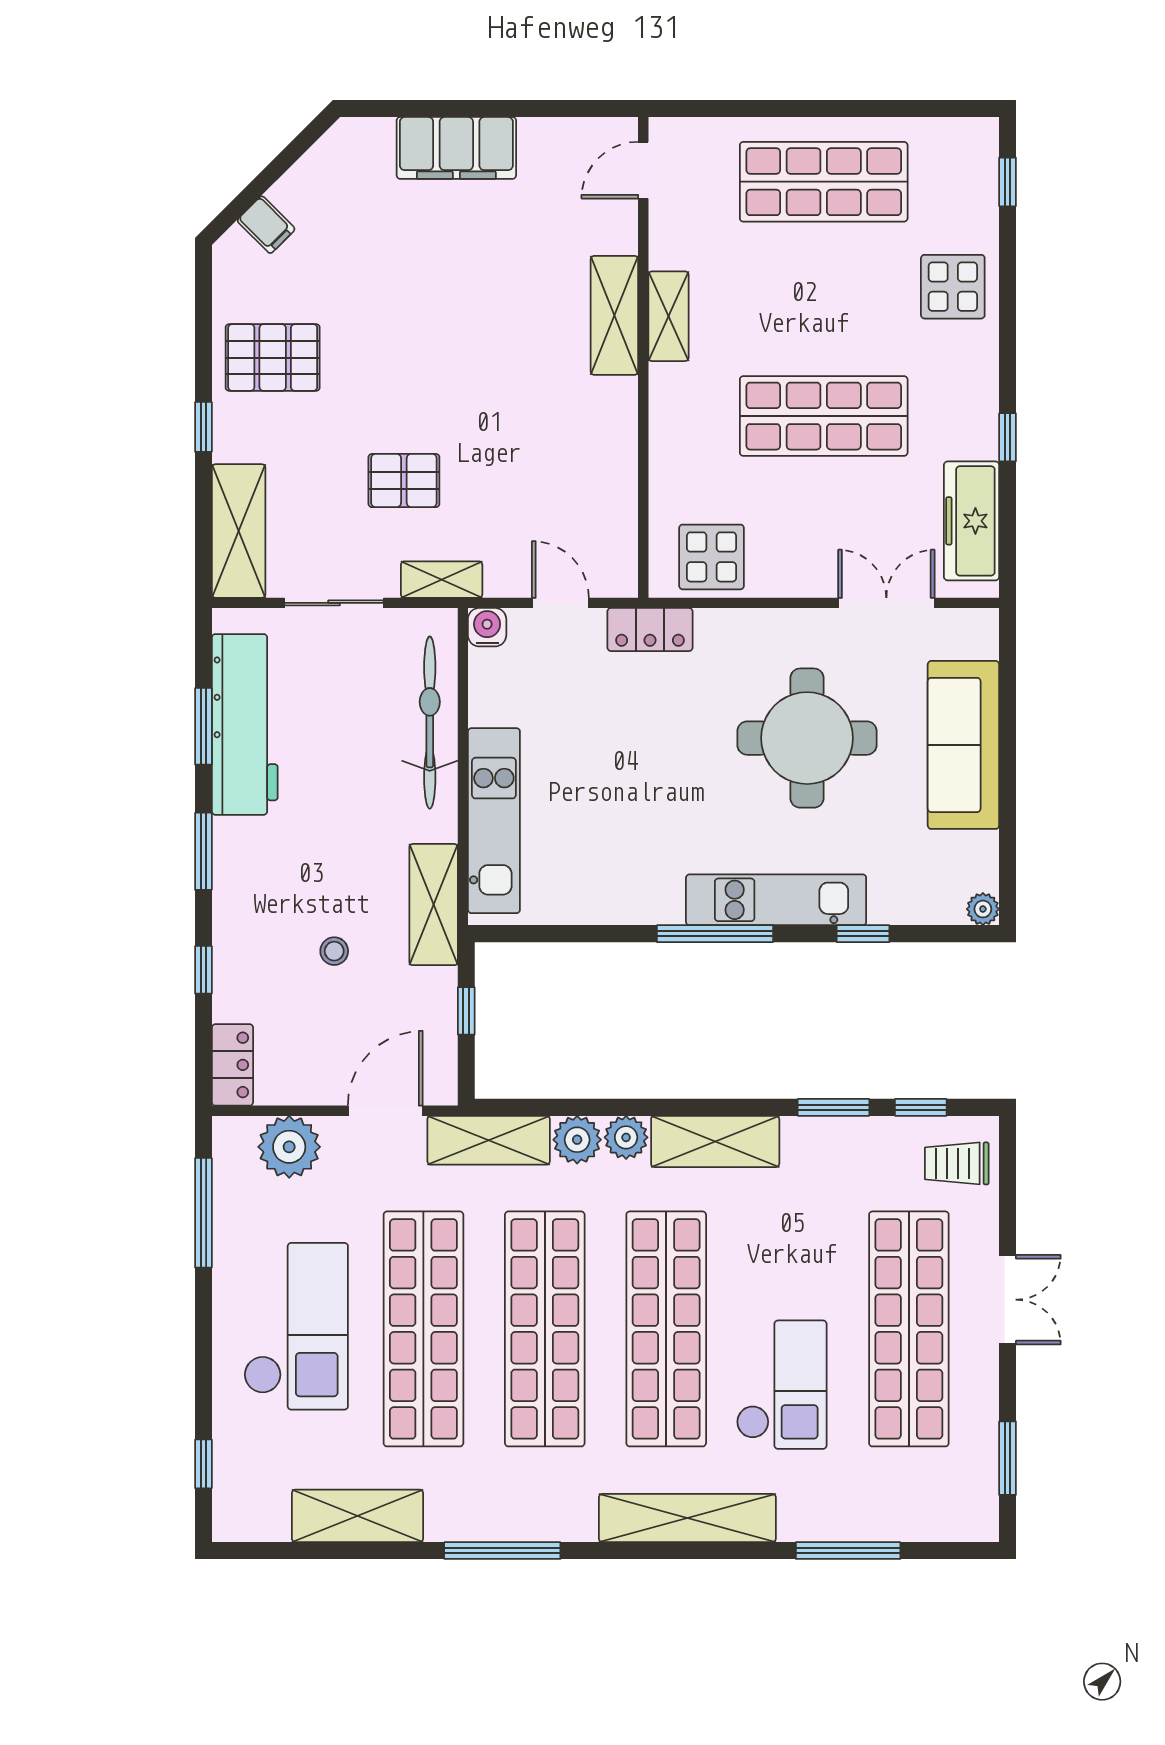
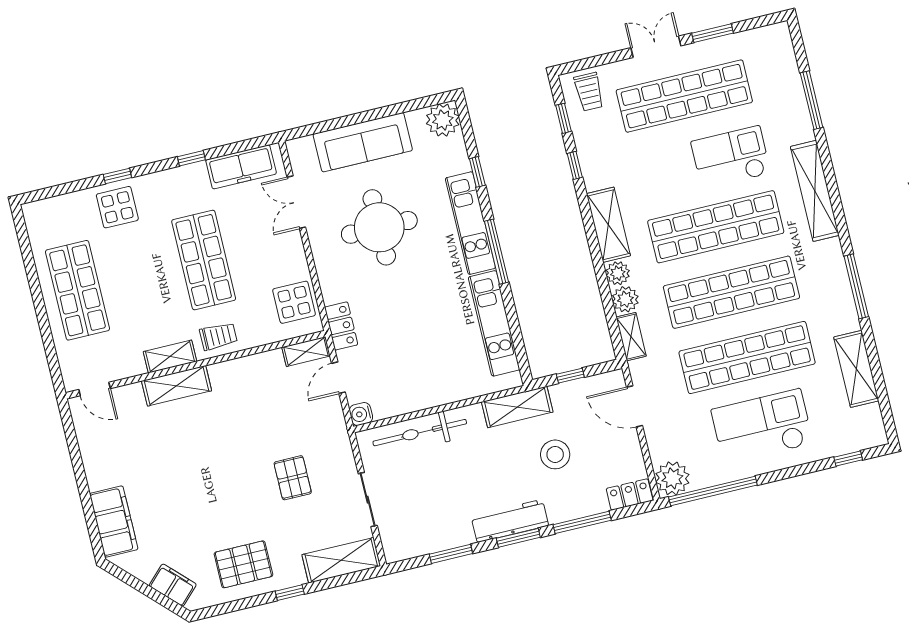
filing cabinet: (456, 148) -> (114, 522), moved
window: (1007, 182) -> (117, 176), moved
filing cabinet: (266, 225) -> (173, 585), width x2.00
pallet: (273, 358) -> (243, 564), turned 90
trolley: (684, 410) -> (218, 336), added
shelving: (442, 580) -> (306, 352), moved, turned 90
workbench: (245, 724) -> (510, 521), moved, width x0.73, depth x0.76
kitchen unit: (494, 821) -> (494, 323), moved, turned -90
plant: (983, 909) -> (443, 120), width x1.88, depth x1.88
stool: (334, 951) -> (555, 454), width x1.89, depth x1.89
window: (203, 970) -> (582, 522), width x2.17
window: (834, 1107) -> (575, 165), width x0.67
shelving: (489, 1140) -> (631, 337), width x0.67, depth x0.75
plant: (289, 1147) -> (672, 478), moved
window: (203, 1213) -> (713, 491), width x1.46
window: (1007, 1458) -> (713, 33), moved

